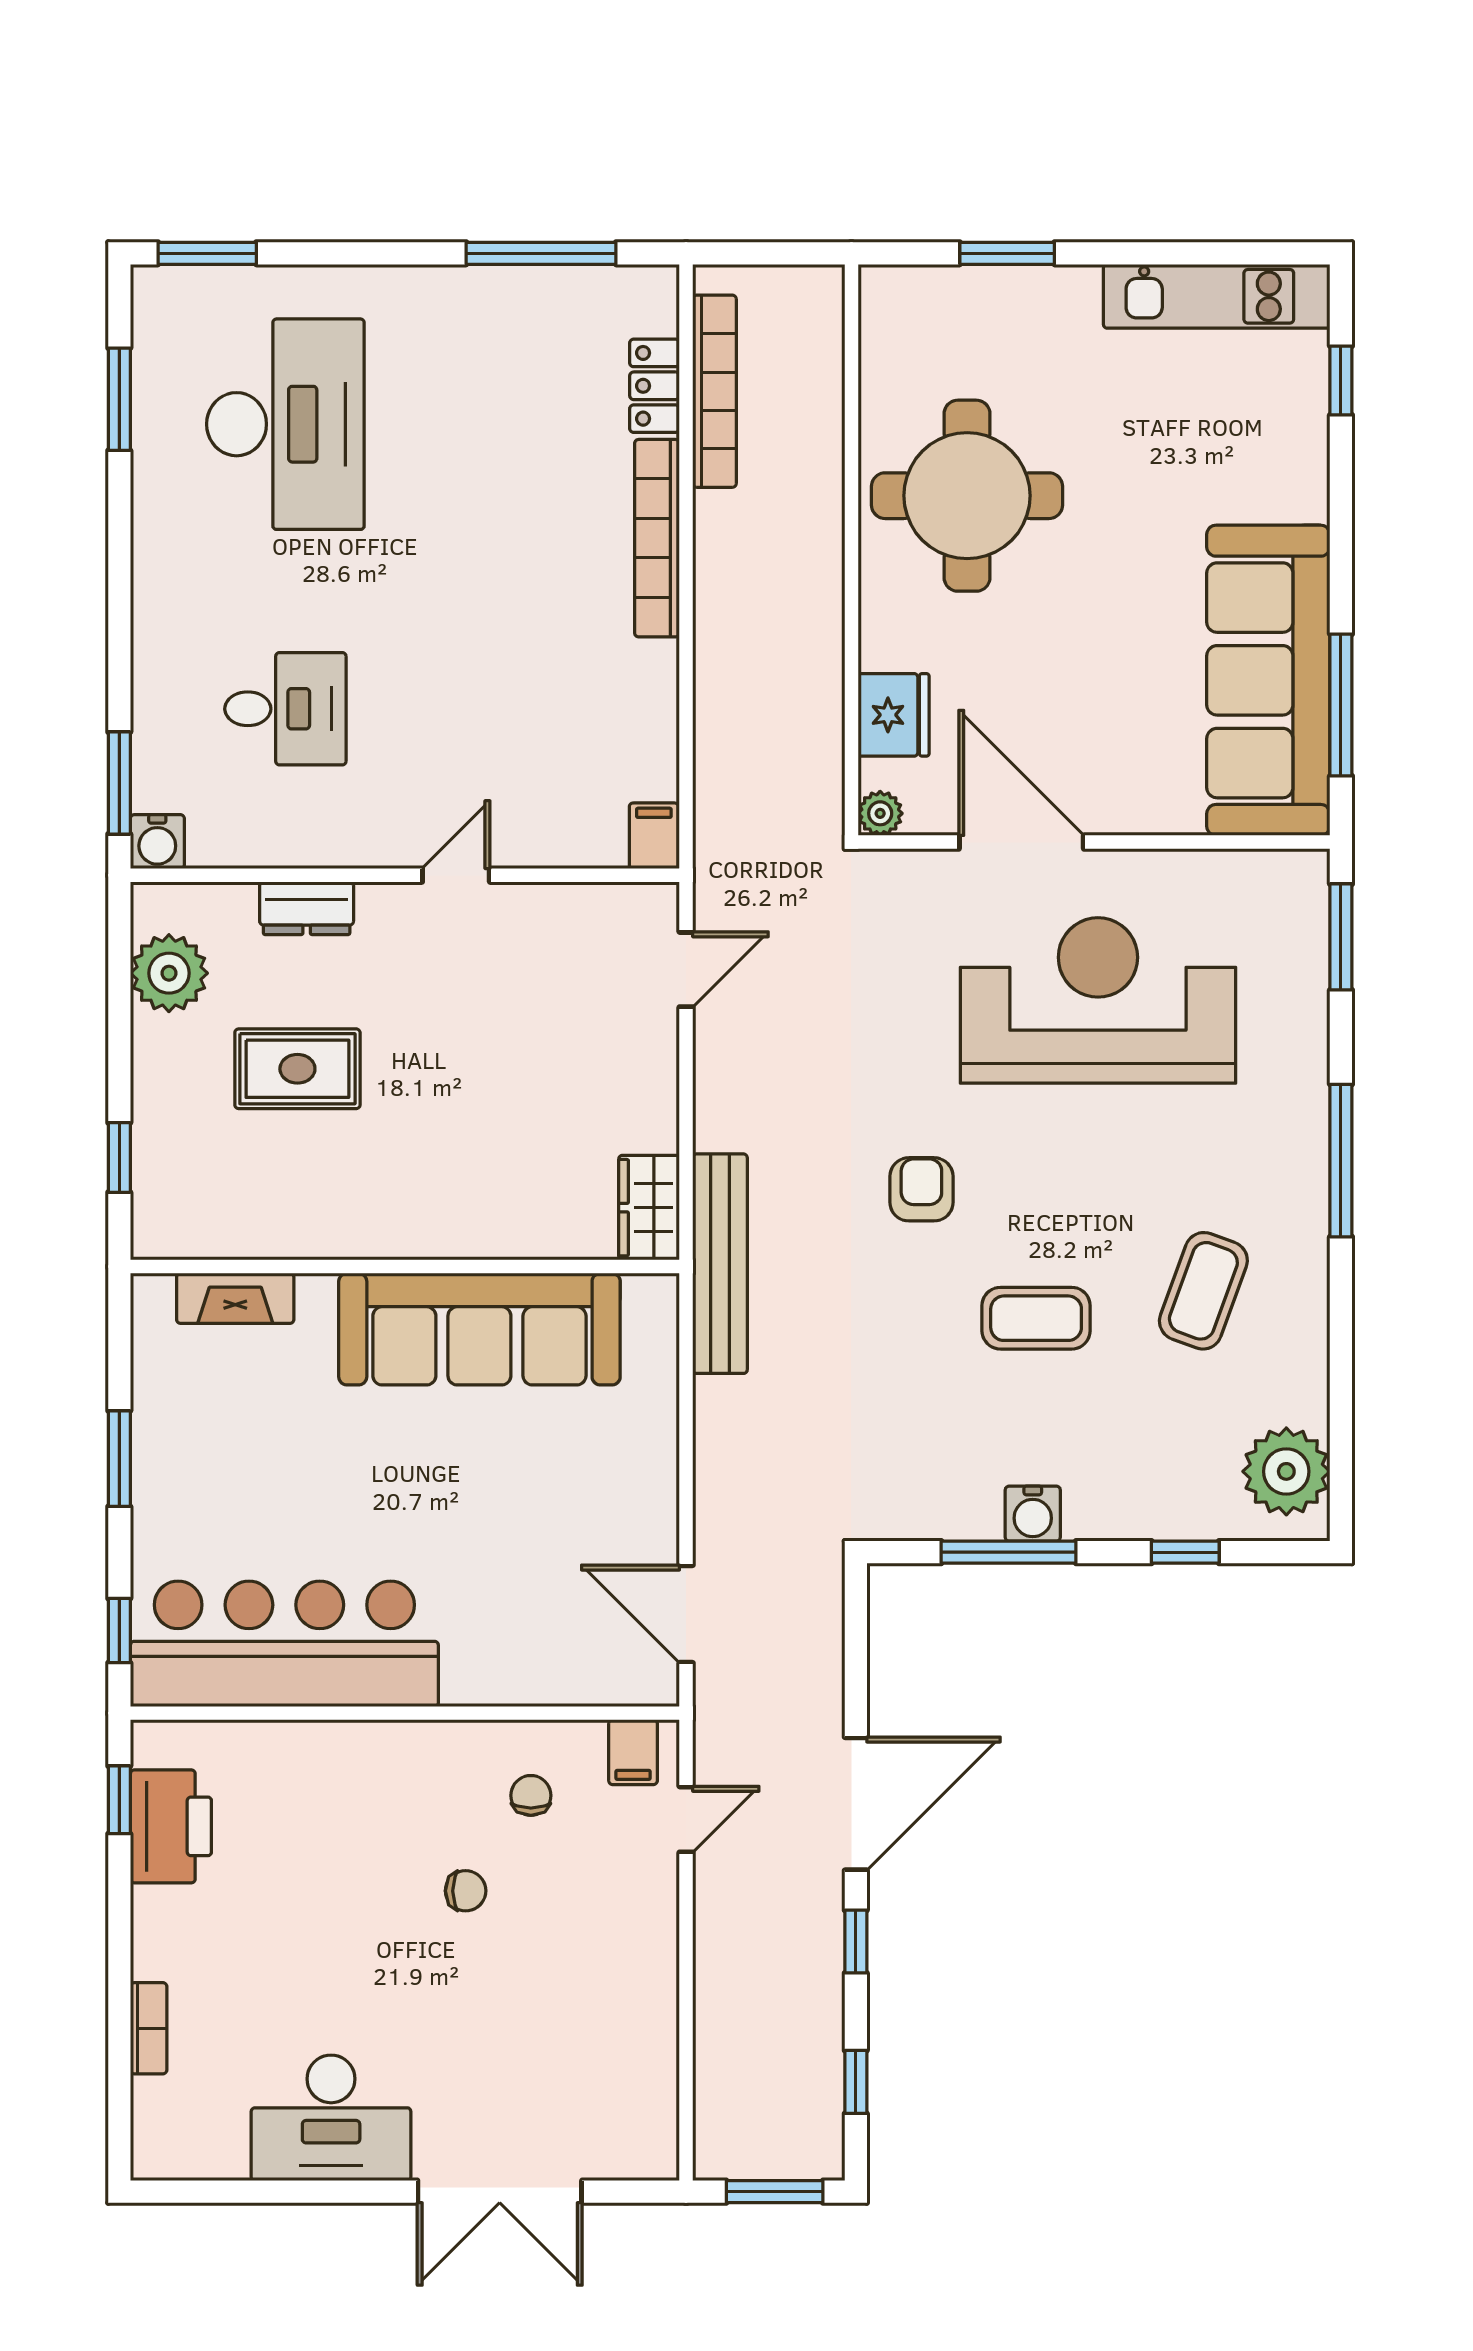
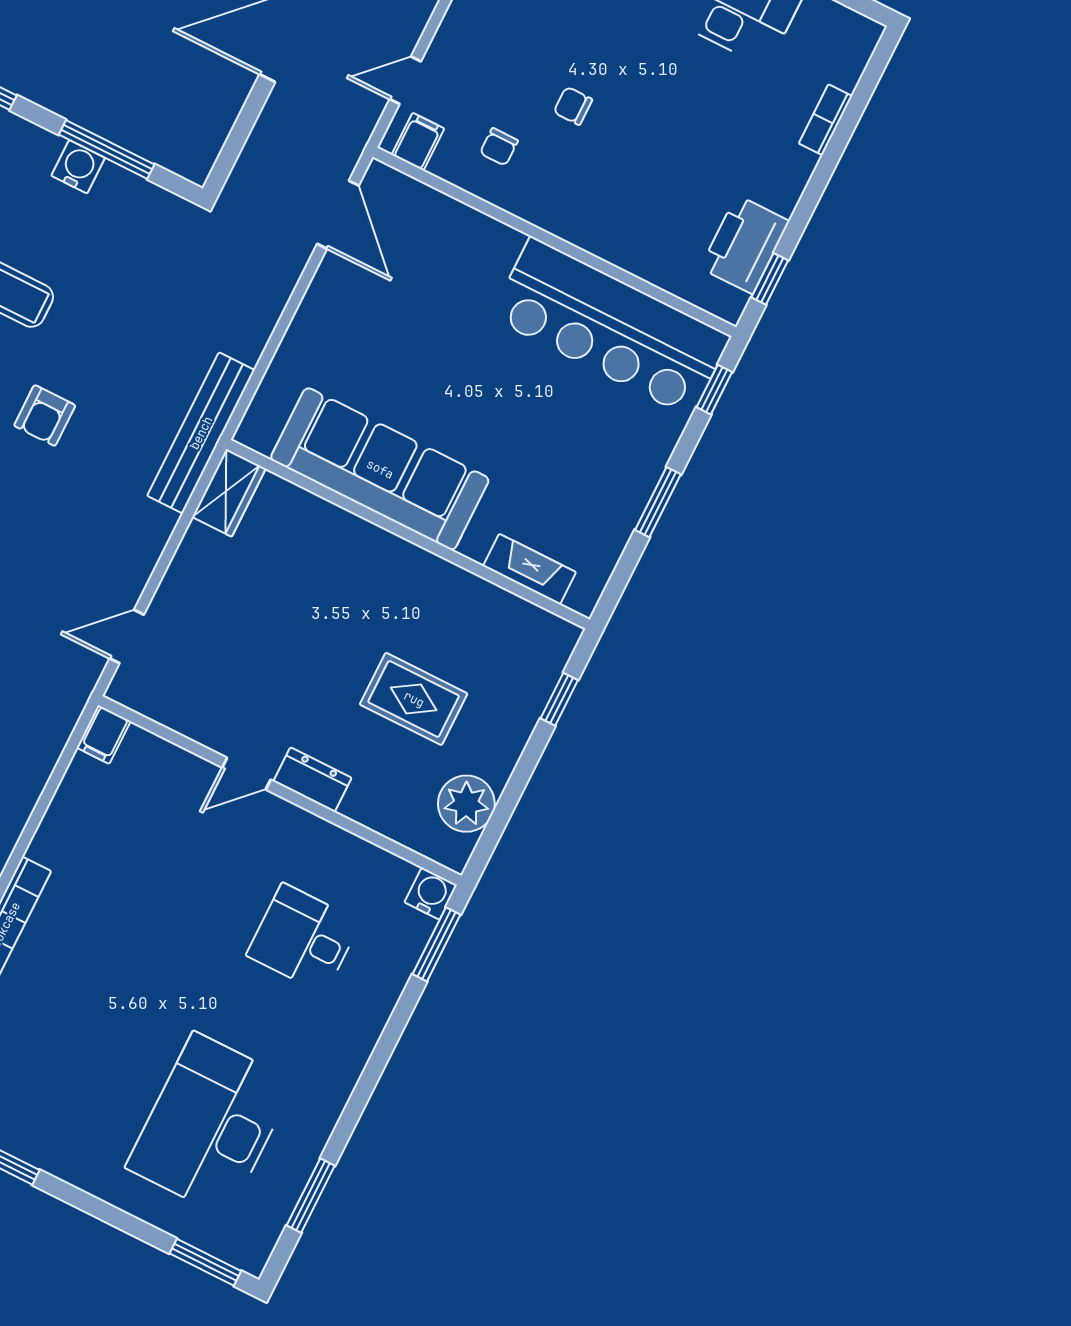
dresser: (307, 908) -> (312, 780), moved

